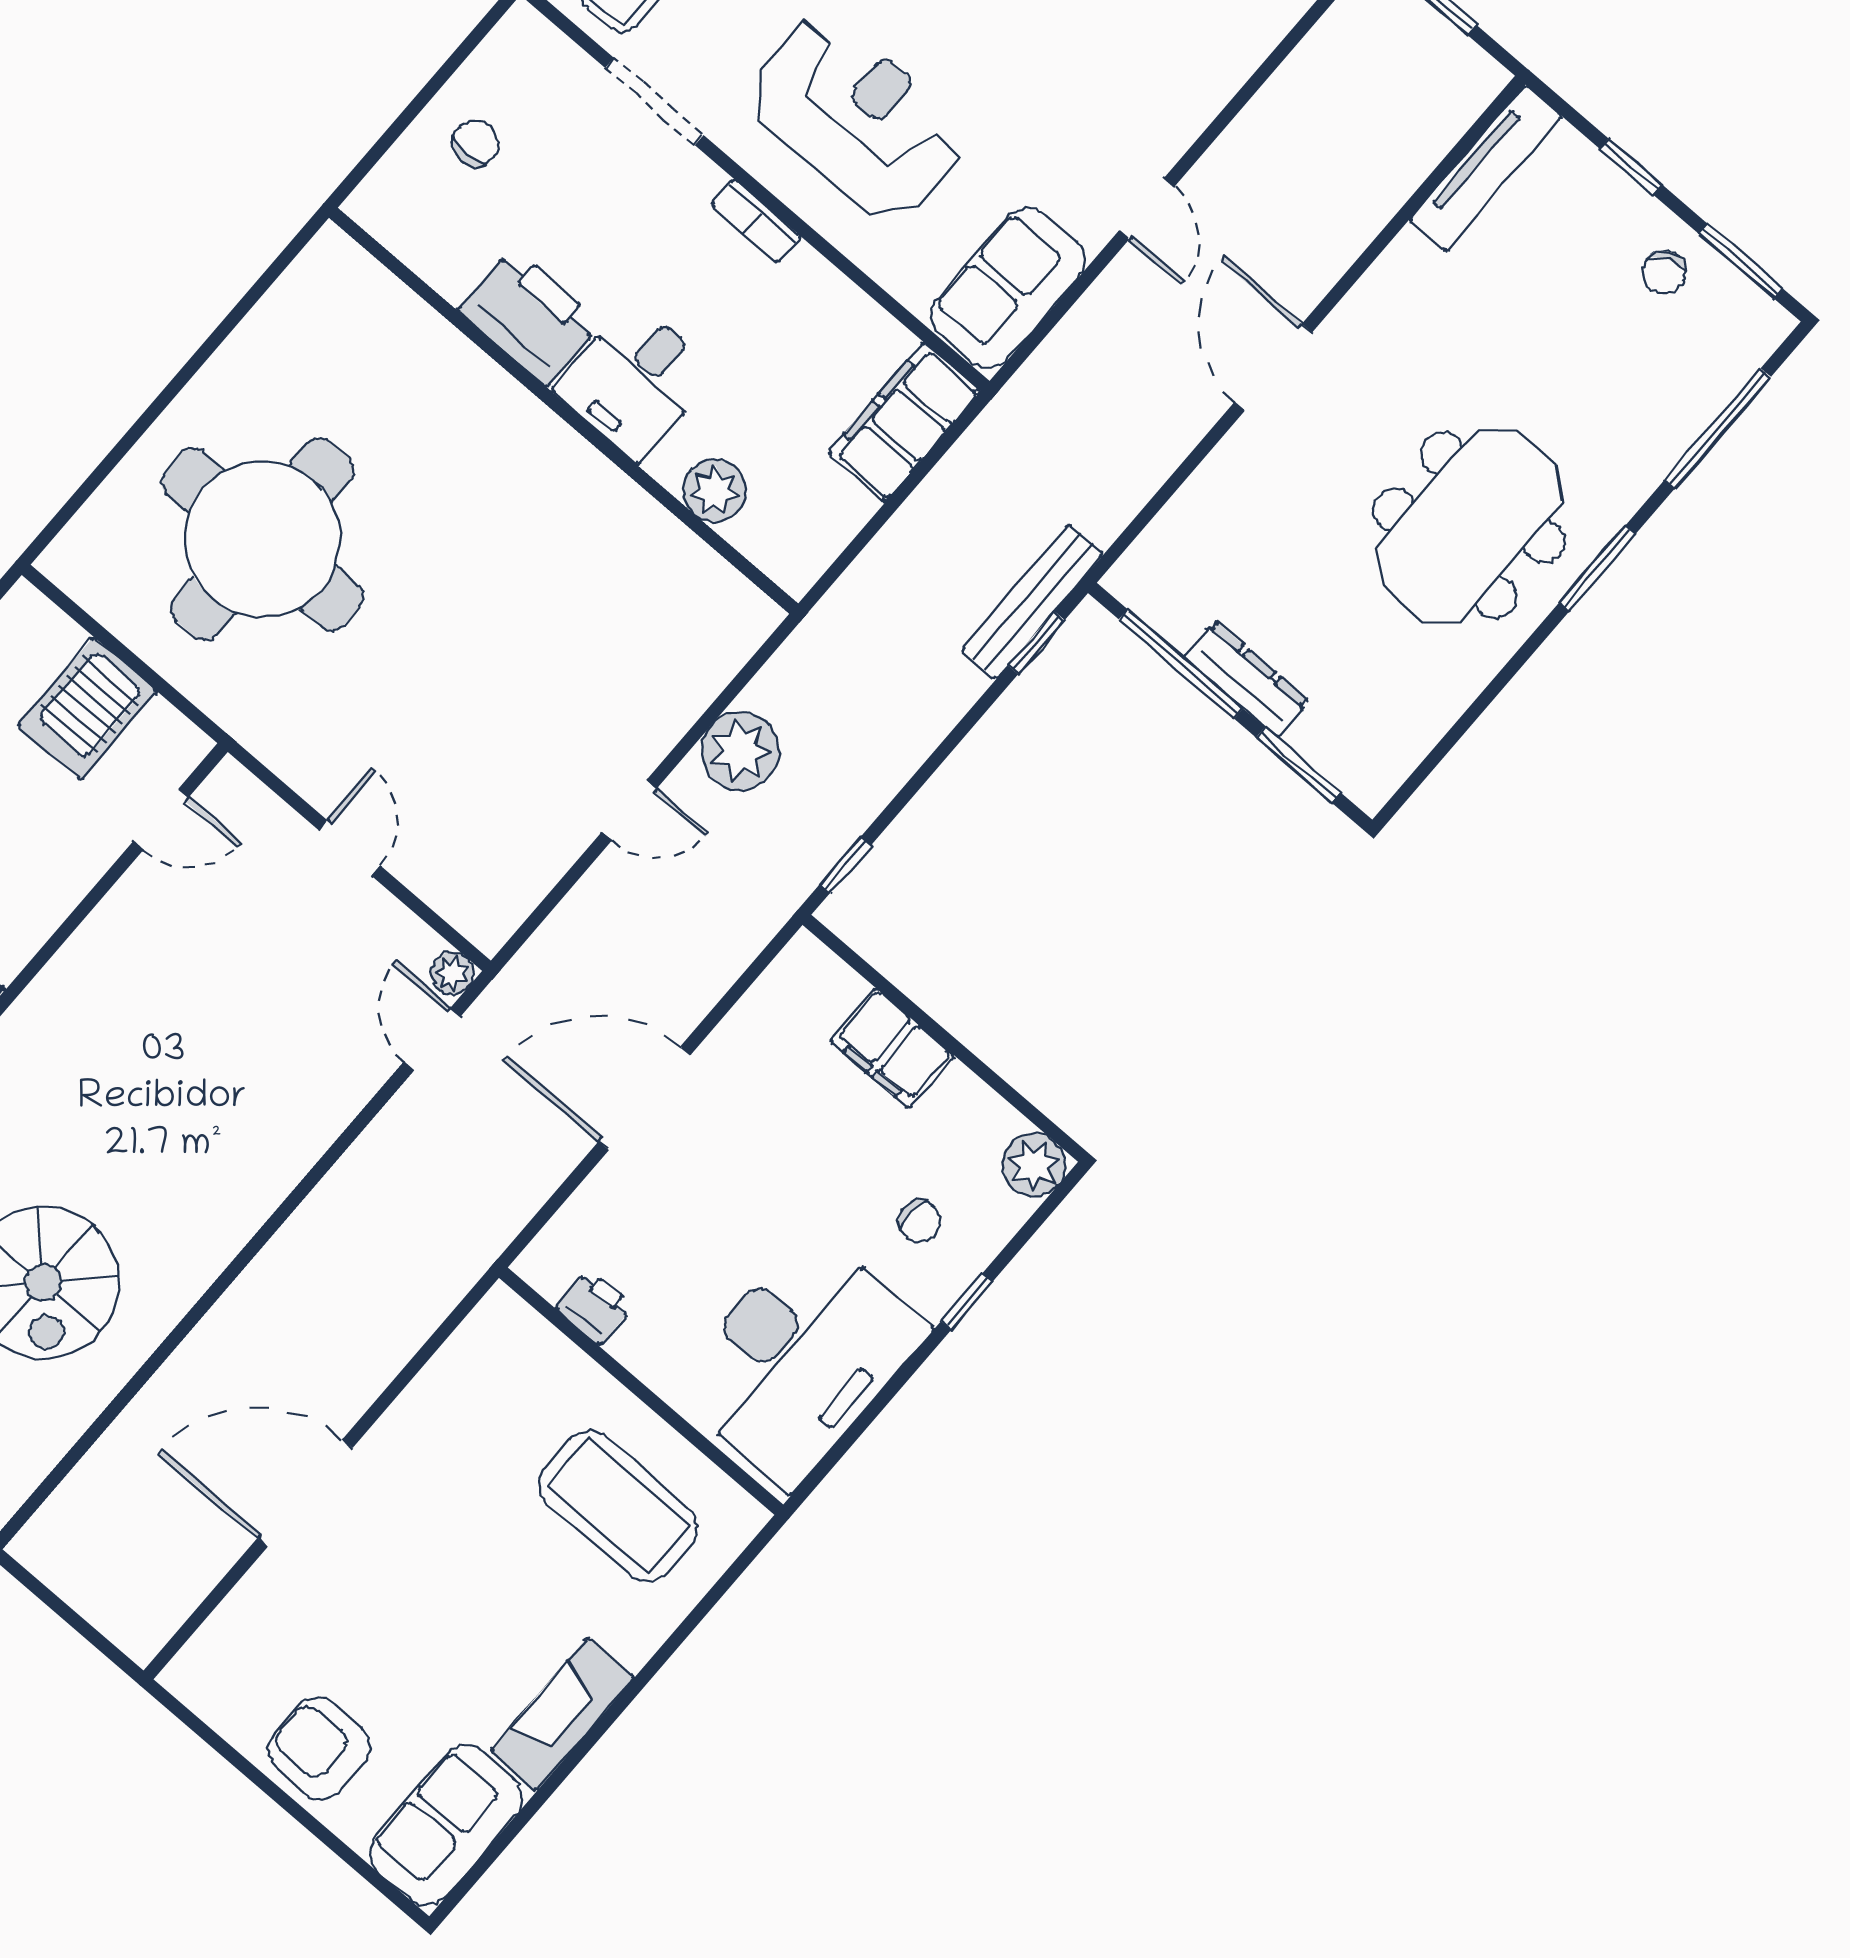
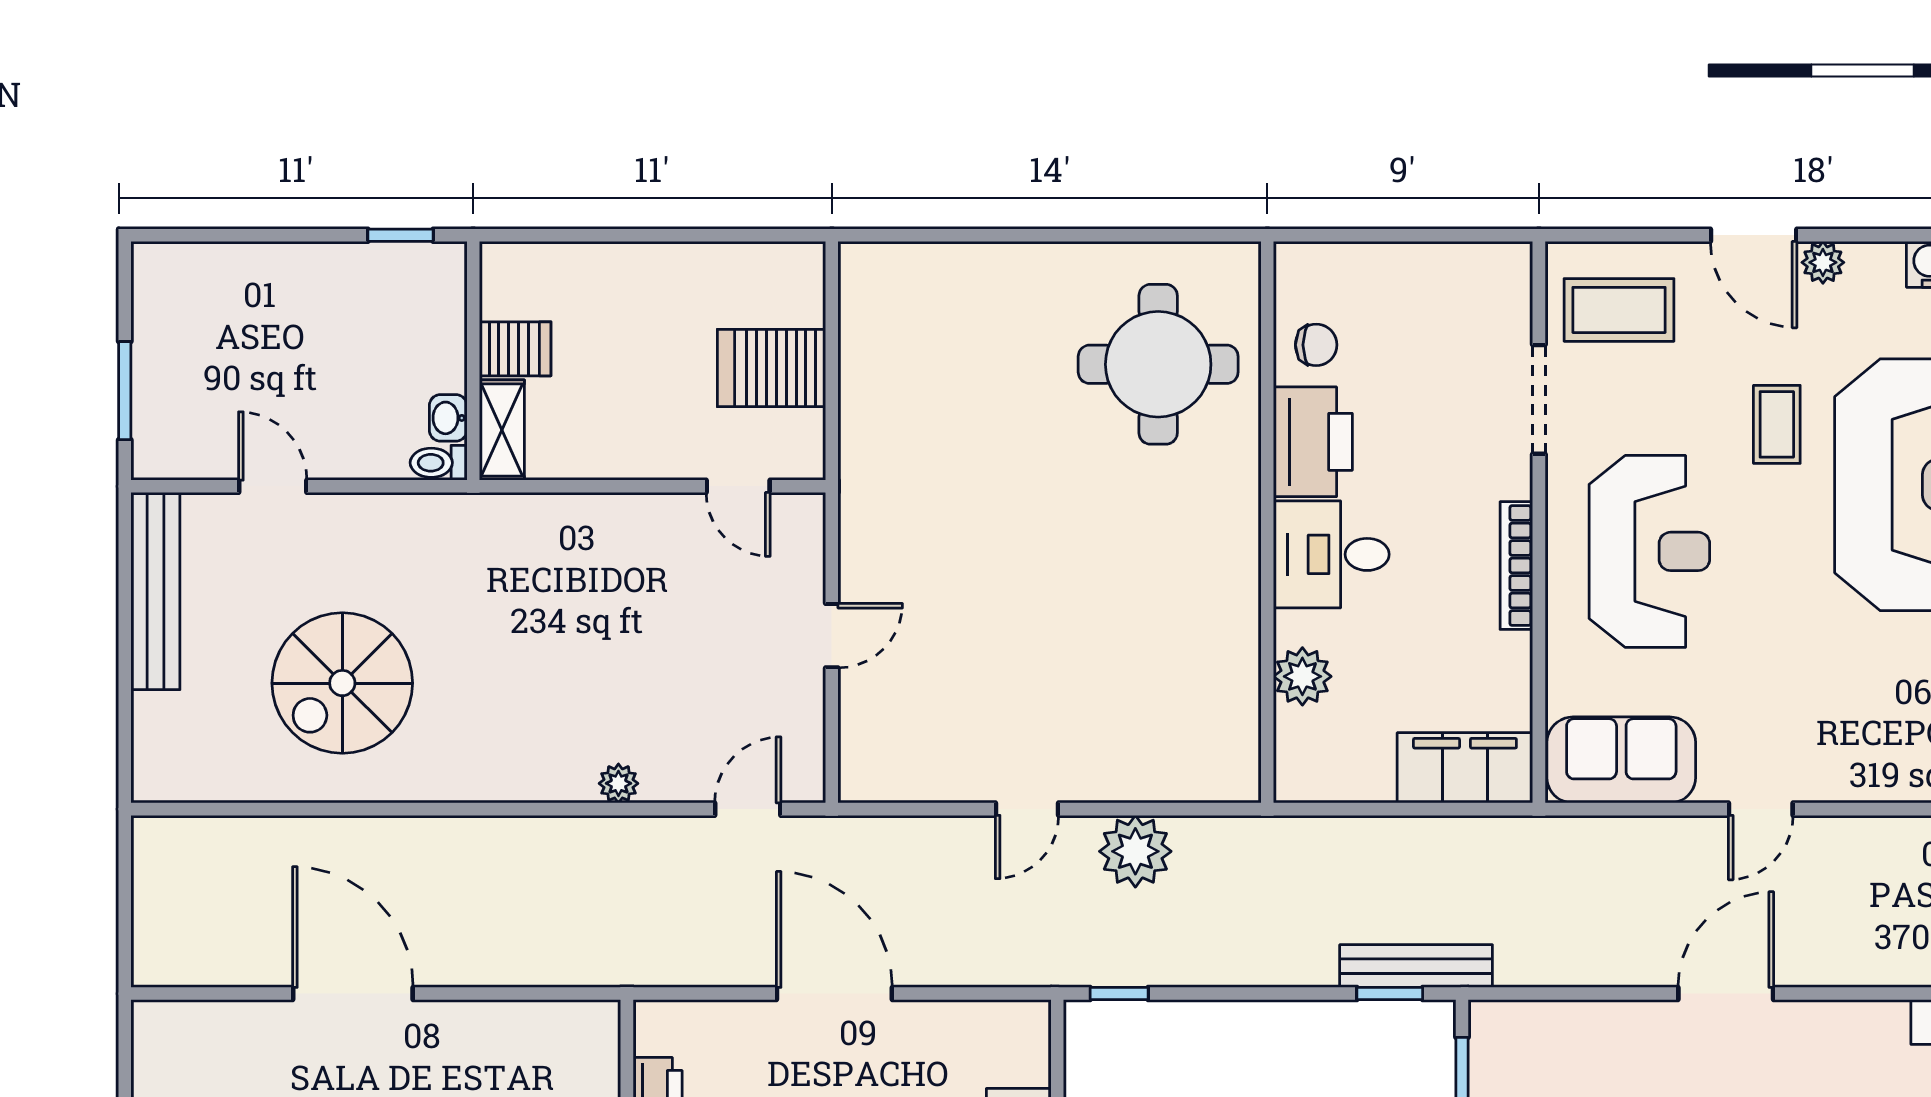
chair: (475, 143) -> (1316, 345), moved
bookcase: (756, 221) -> (1516, 566), width x1.56
round table: (262, 539) -> (1158, 364), moved, width x0.73, depth x0.73
door: (629, 810) -> (1027, 809), hinge flipped
plant: (452, 973) -> (618, 783), moved

